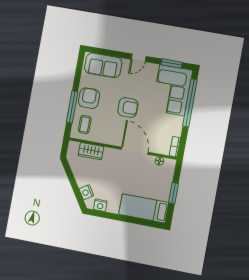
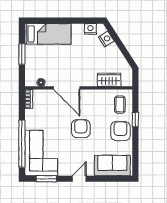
armchair: (89, 98) -> (120, 131), turned 180
window: (72, 107) -> (135, 120), width x0.46
armchair: (128, 108) -> (81, 129), turned 90

